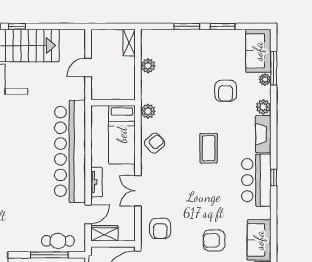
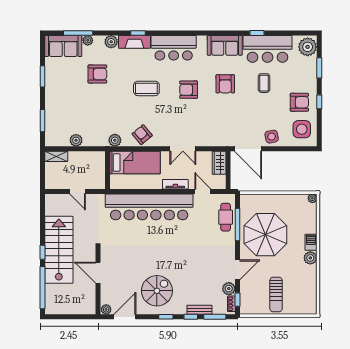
window: (187, 26) -> (42, 121), moved
window: (274, 177) -> (138, 33), moved
armchair: (160, 228) -> (189, 90), moved, turned 180
wardrobe: (104, 233) -> (219, 163), moved

